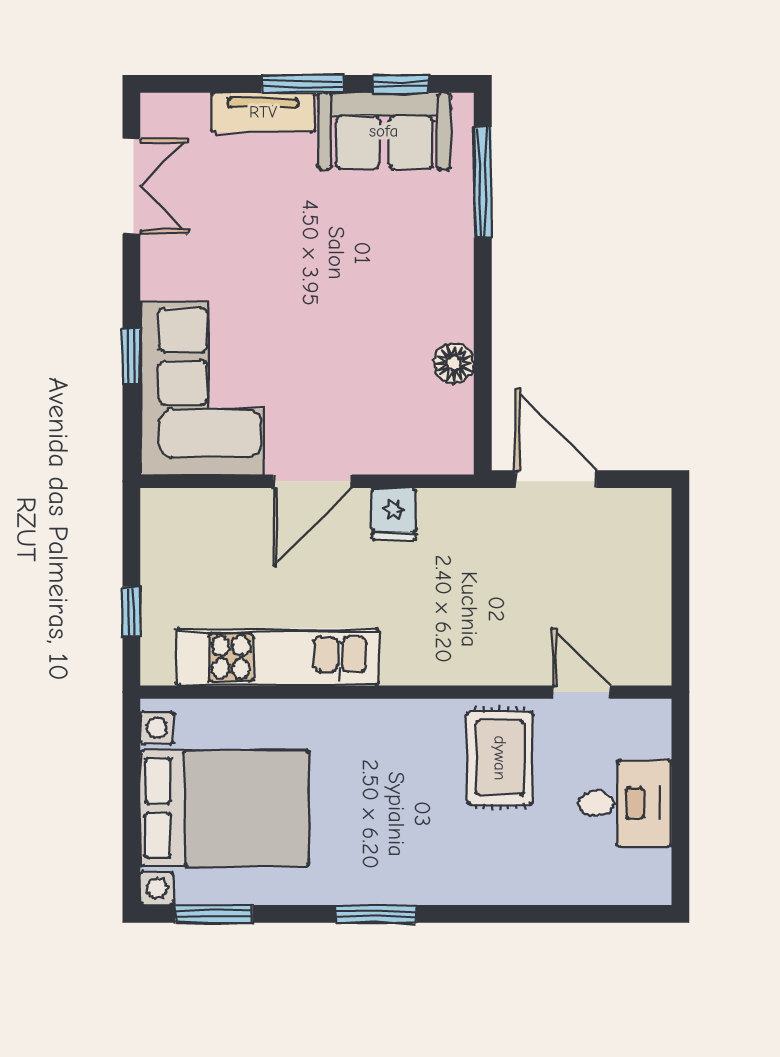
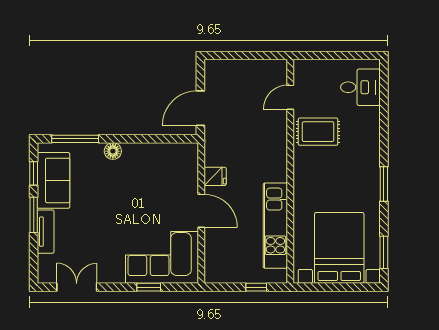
floor lamp: (454, 363) -> (113, 151), moved
desk: (625, 803) -> (360, 87), moved, turned 90

